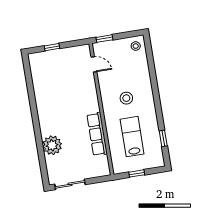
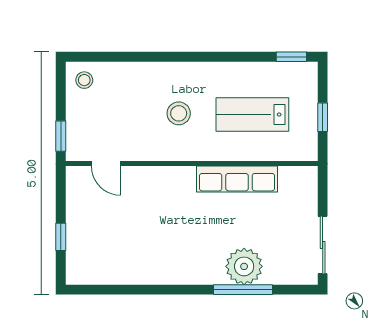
door: (94, 64) -> (106, 164), swing flipped
window: (163, 138) -> (291, 57), moved
window: (40, 147) -> (243, 290), added

